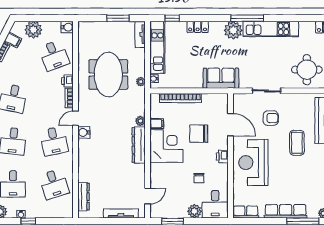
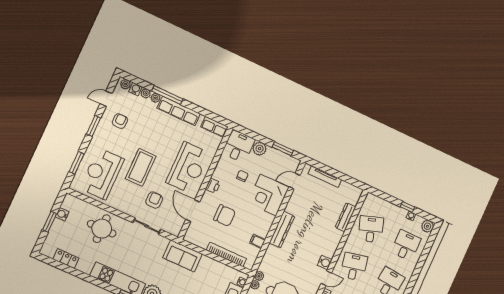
armchair: (271, 118) -> (154, 200), turned 90
plant: (140, 121) -> (259, 276), moved
coffee table: (297, 143) -> (141, 167), width x1.36, depth x1.32
corner desk: (166, 146) -> (268, 195), moved
dresser: (84, 197) -> (346, 217), moved
plant: (313, 213) -> (155, 98), added

